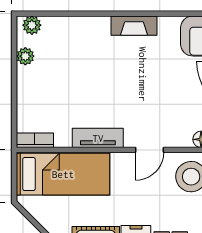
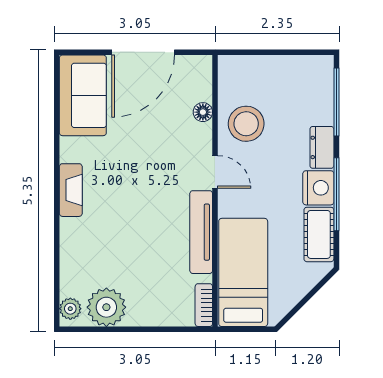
plant: (25, 56) -> (106, 307), width x1.87, depth x1.87
tv unit: (98, 138) -> (201, 232), width x1.41

